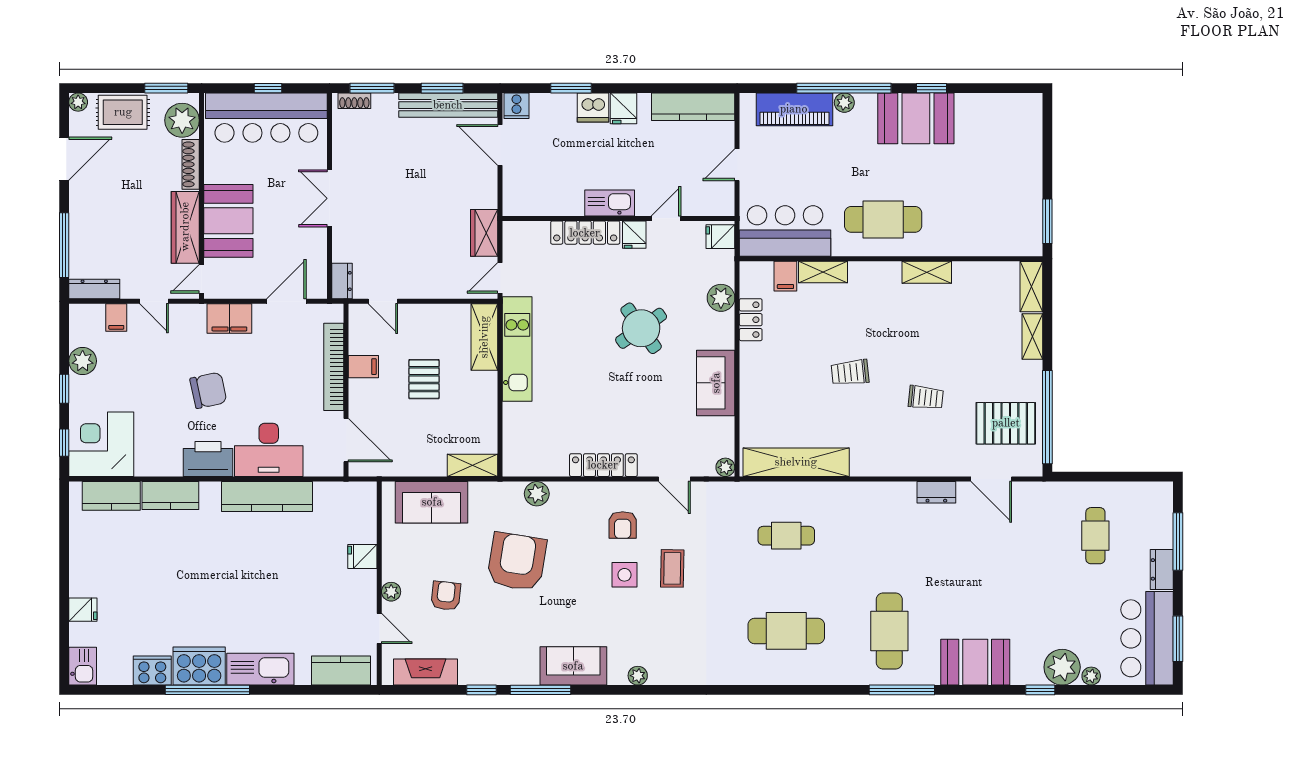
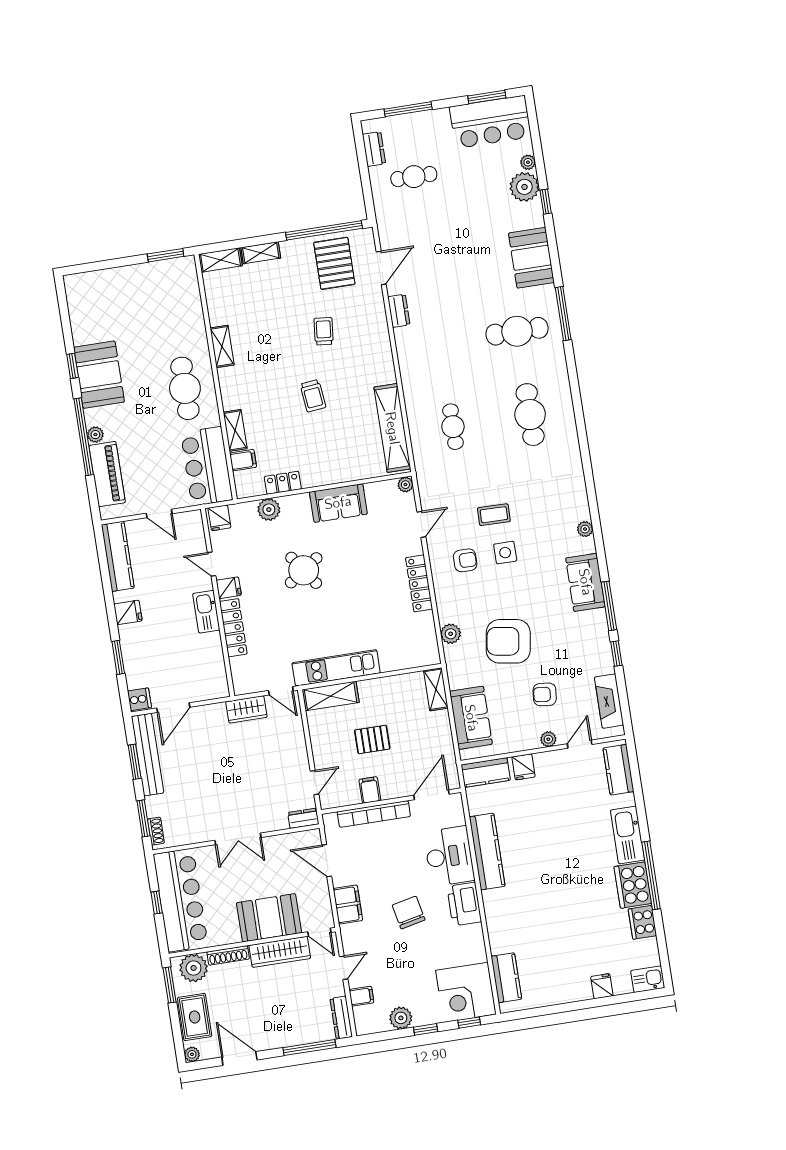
dishwasher: (593, 107) -> (131, 637), removed
kitchen counter: (170, 496) -> (486, 773), moved, turned 90
dresser: (1162, 569) -> (374, 149), moved, turned -90

